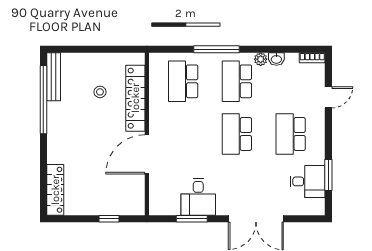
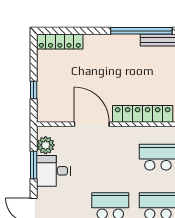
stool: (100, 92) -> (148, 82), removed
plant: (170, 205) -> (46, 145), added

